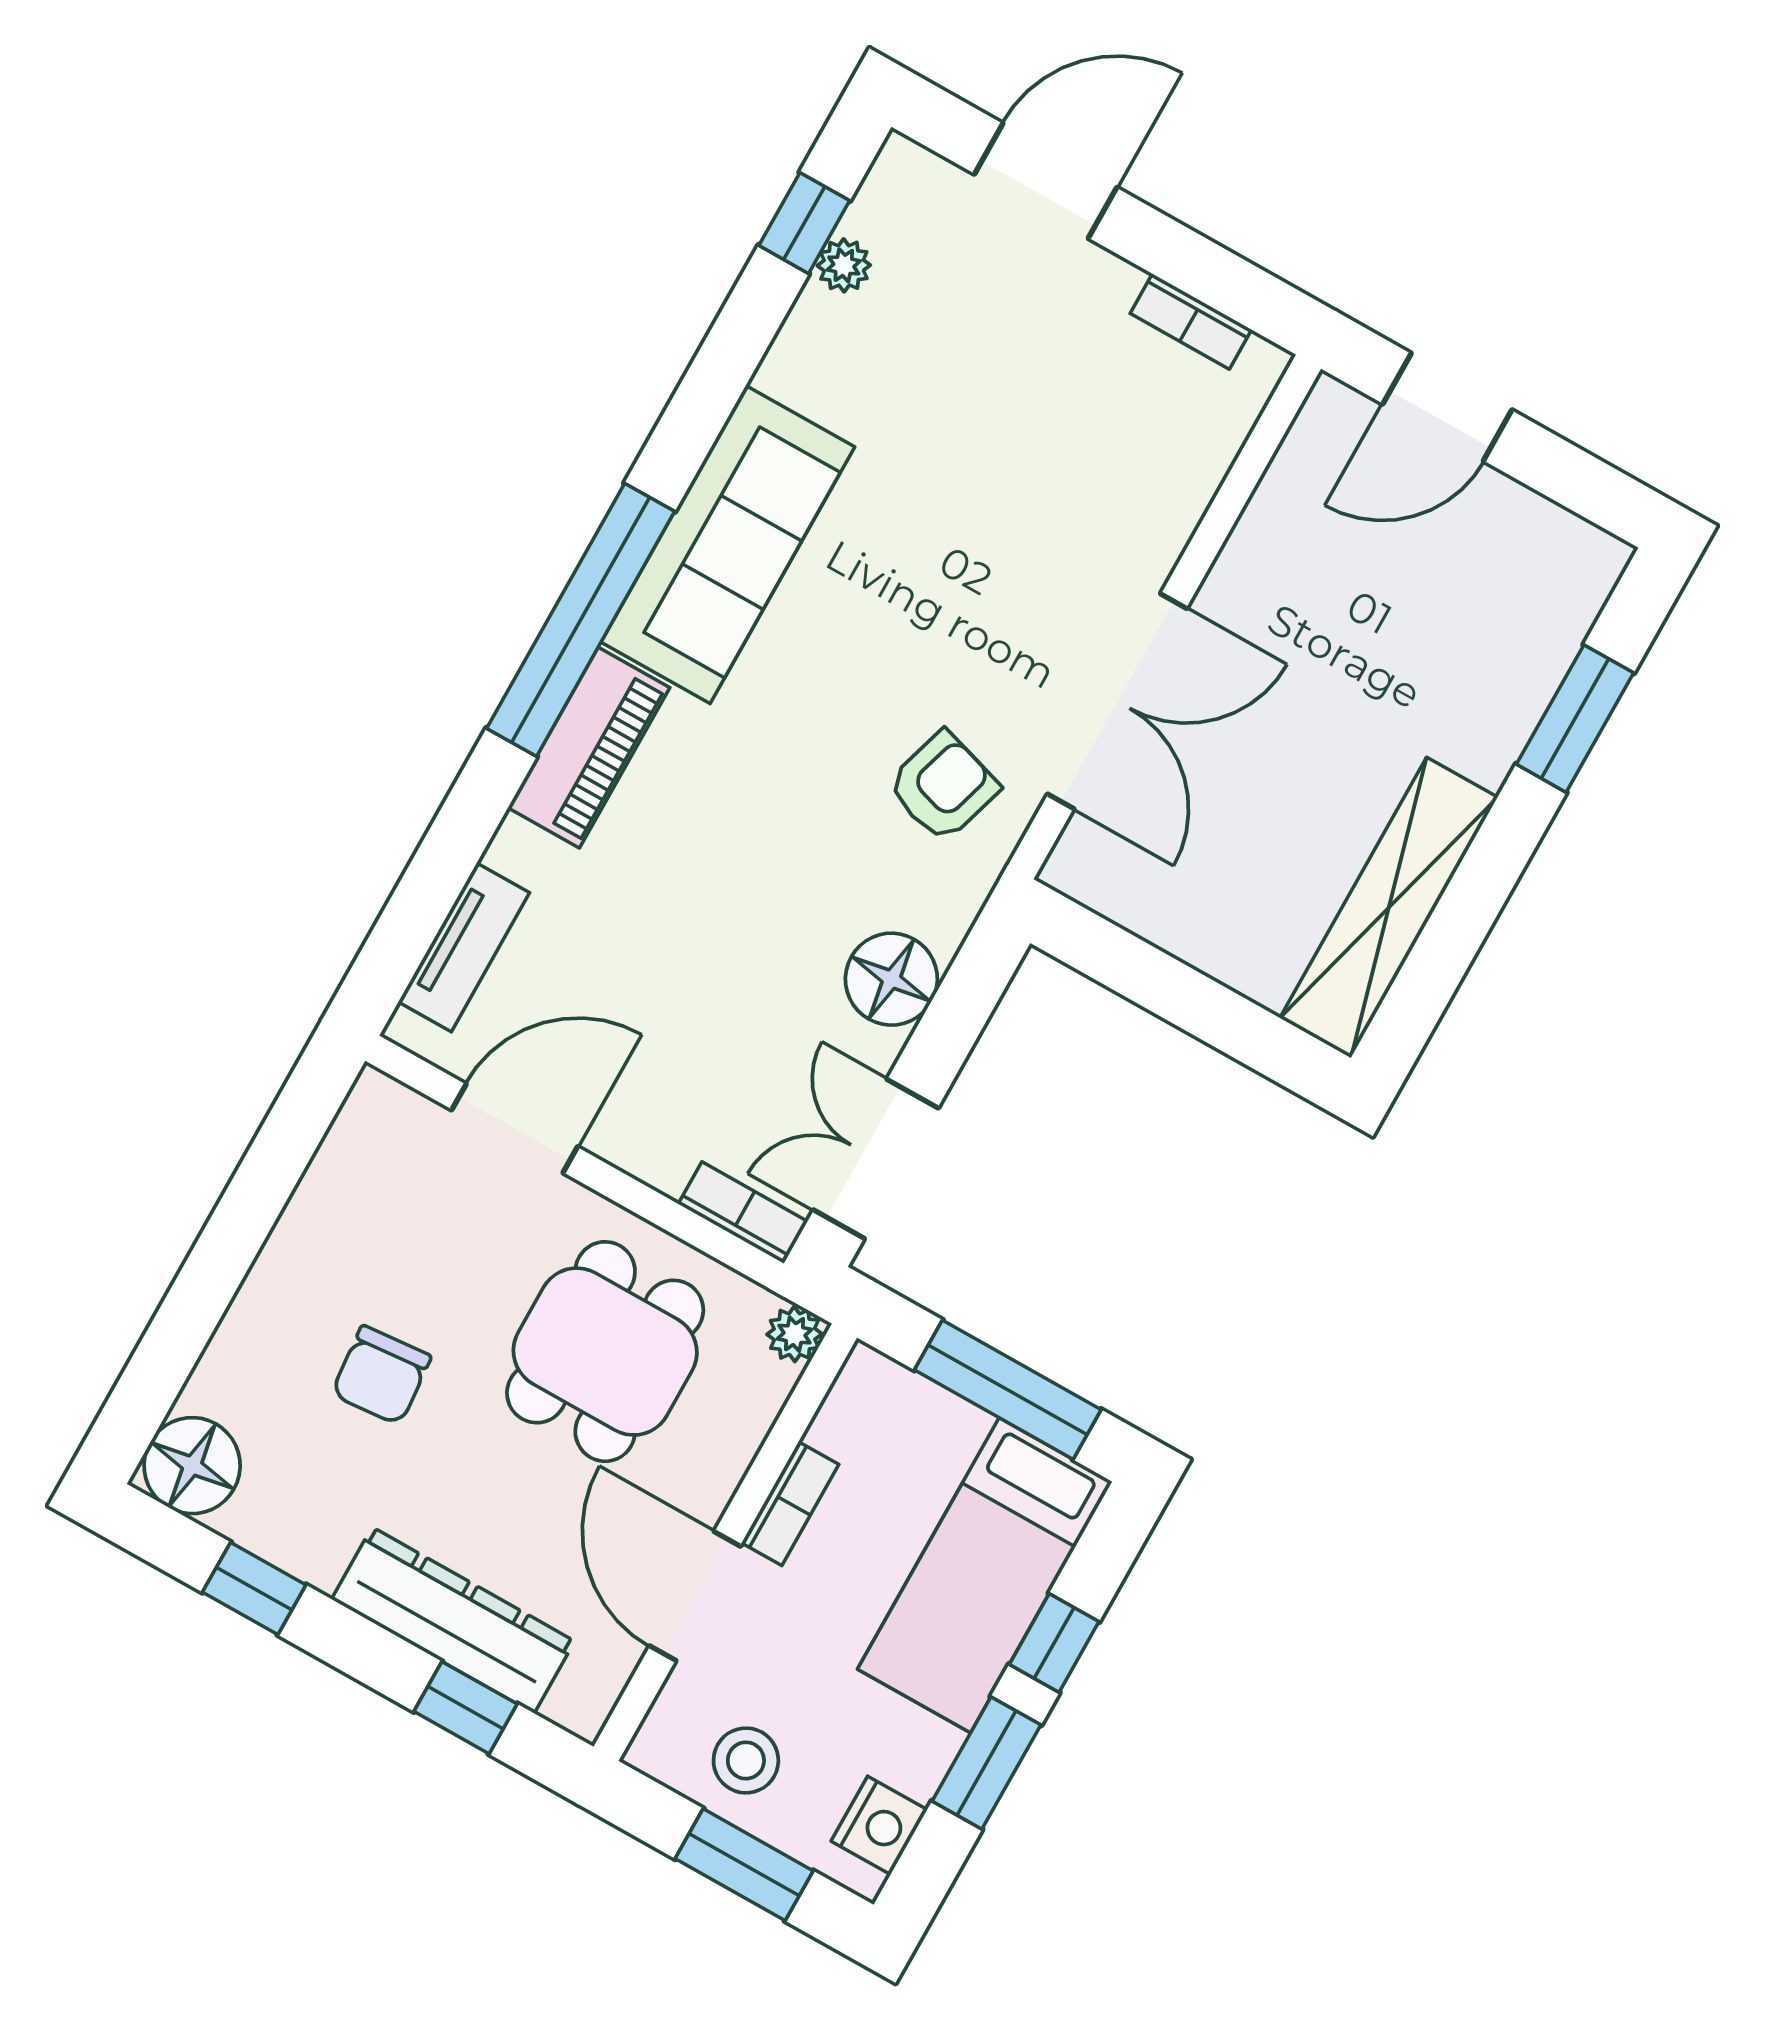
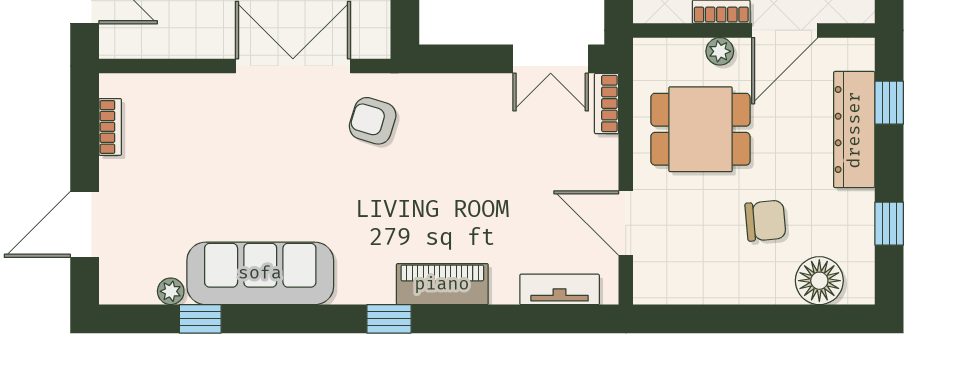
door: (1046, 181) -> (85, 224), hinge flipped
window: (804, 223) -> (200, 319), moved
sofa: (728, 544) -> (260, 273), moved
window: (581, 620) -> (389, 319), width x0.32
floor lamp: (891, 979) -> (469, 96), removed
plant: (794, 1334) -> (720, 51), moved
floor lamp: (192, 1466) -> (819, 281), moved

